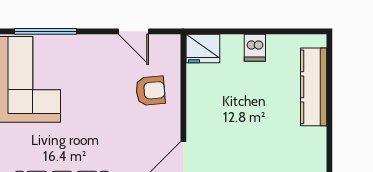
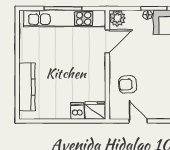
dishwasher: (255, 48) -> (77, 111), moved

